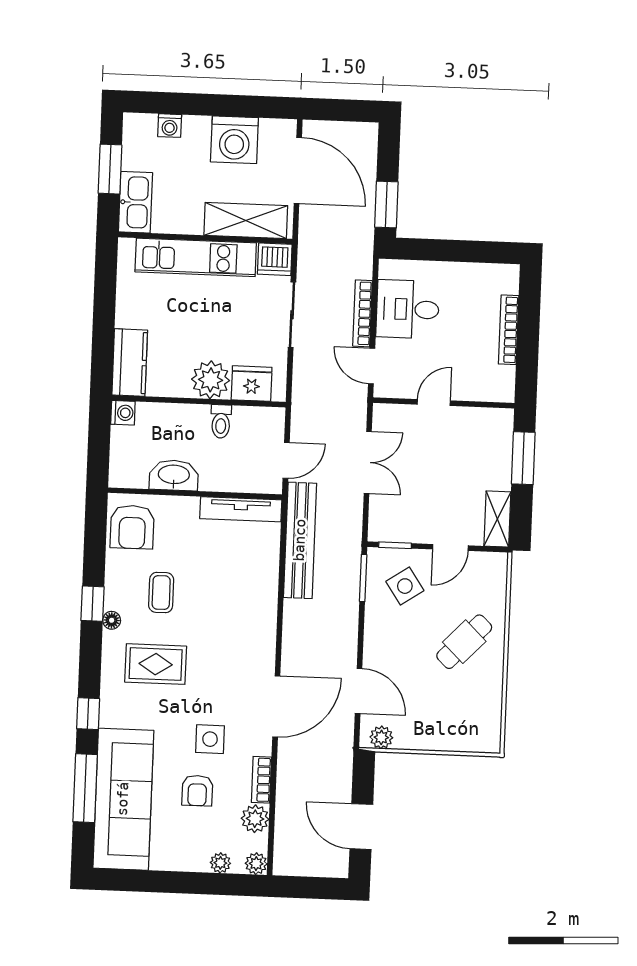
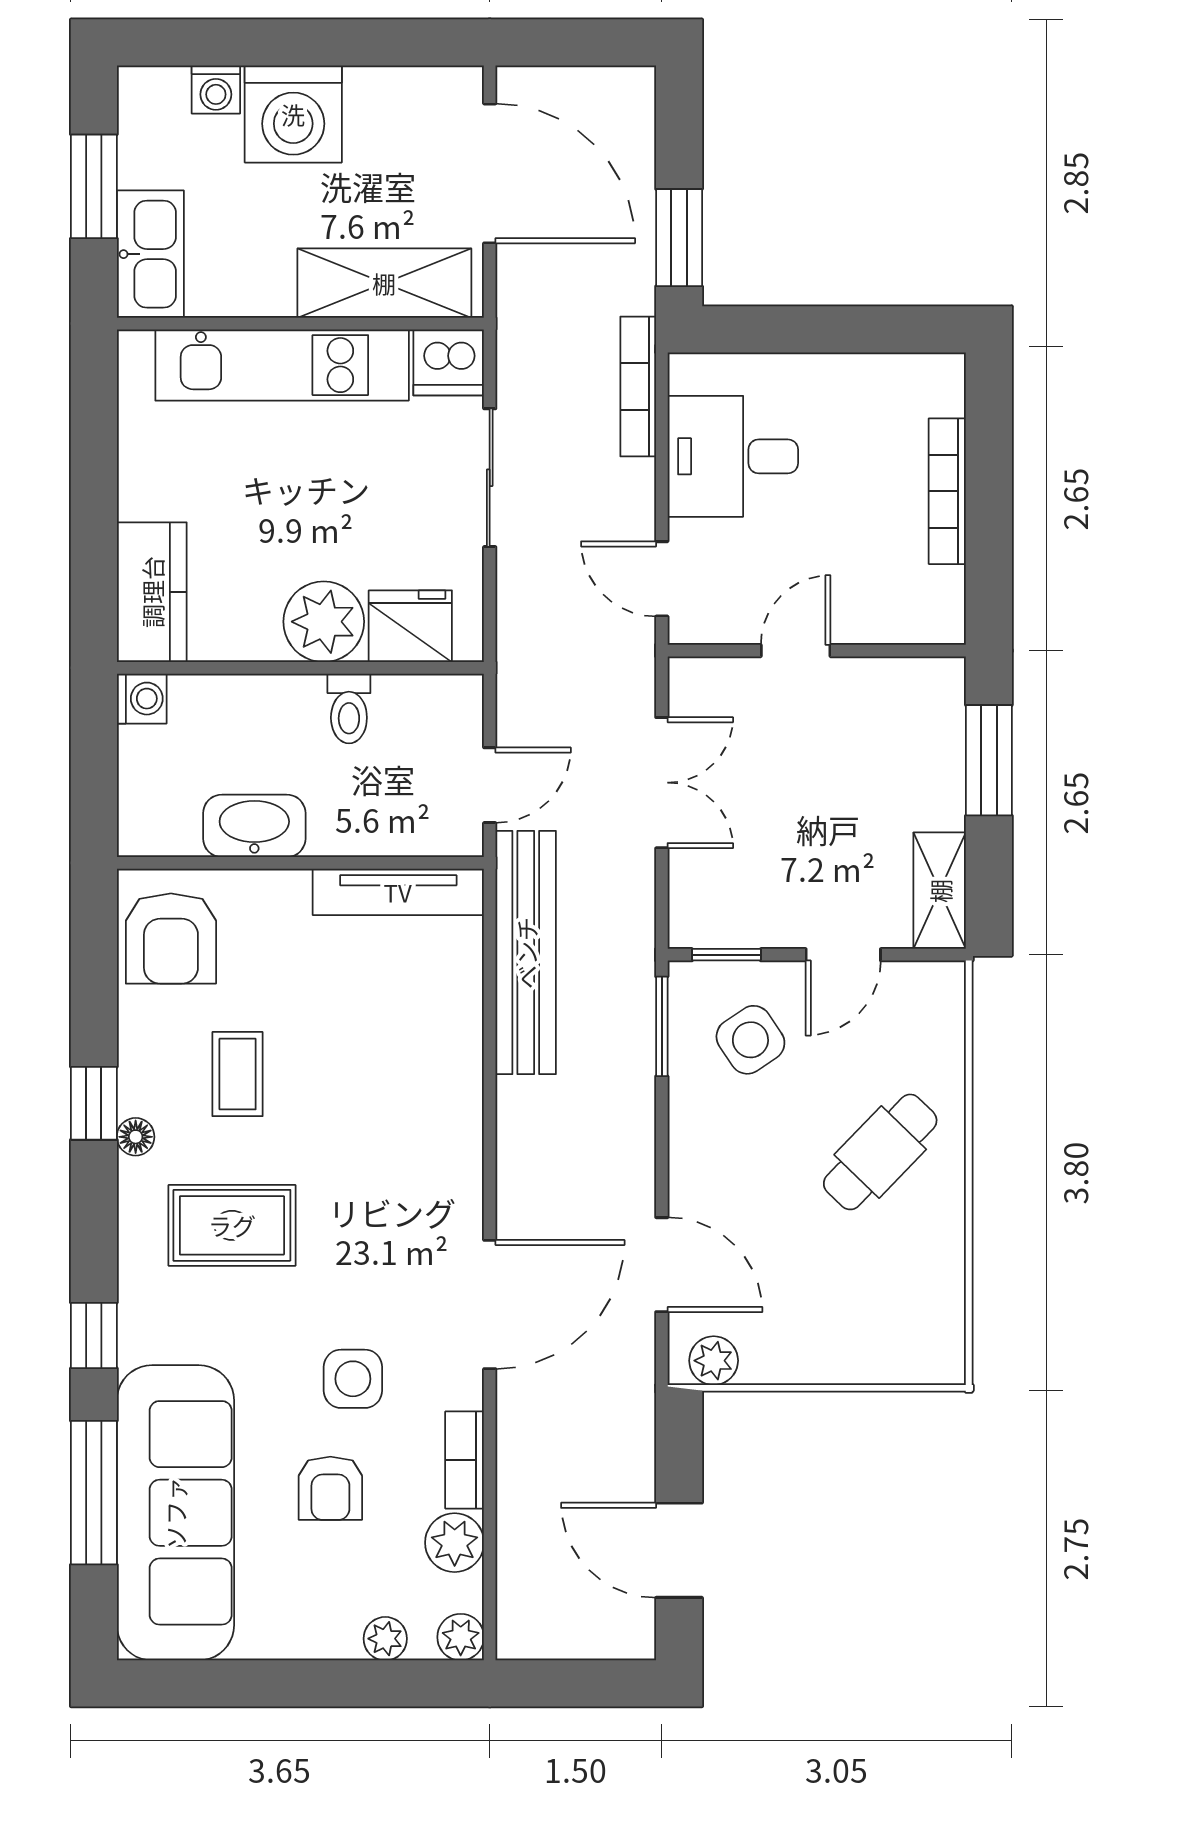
washing machine: (234, 140) -> (293, 114), moved
bookcase: (363, 313) -> (638, 387), moved

